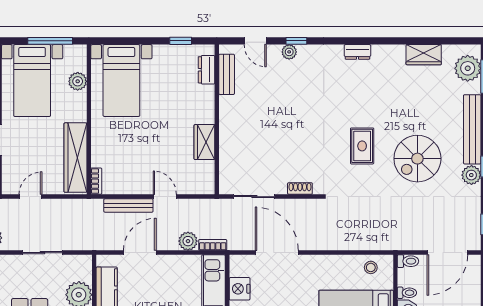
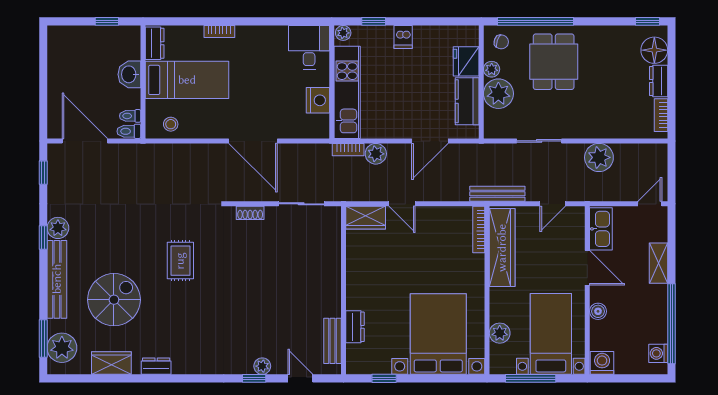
dresser: (357, 52) -> (156, 366), moved
dresser: (207, 70) -> (355, 327), moved
bed with nightstands: (121, 80) -> (438, 334), width x1.36
wardrobe: (204, 142) -> (366, 218), moved, turned 90
spiral stairs: (417, 159) -> (114, 300), moved
bookcase: (96, 181) -> (479, 229), width x1.56
bench: (128, 205) -> (497, 194), moved
door: (277, 253) -> (253, 141), moved
door: (447, 253) -> (85, 141), hinge flipped
toilet: (407, 293) -> (130, 116), moved

